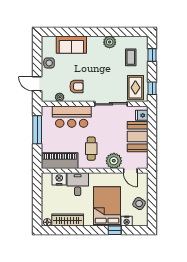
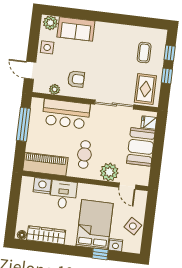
plant: (110, 42) -> (50, 23), moved
window: (152, 88) -> (167, 76), moved

